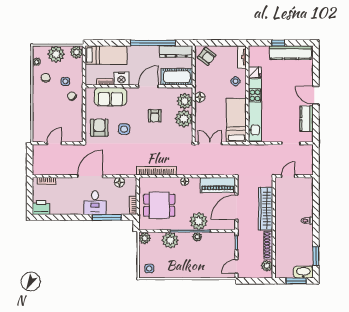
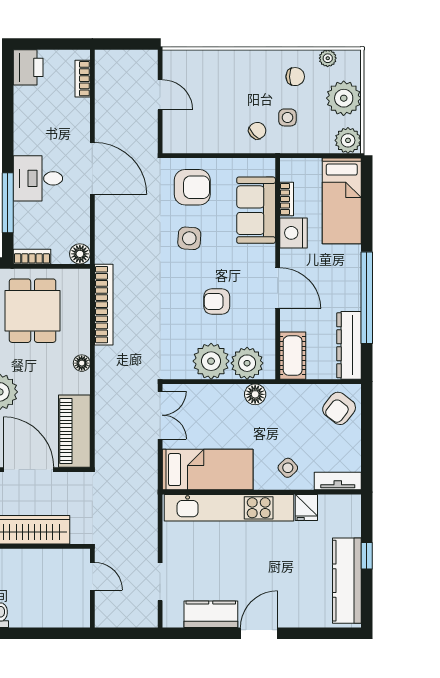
cot: (177, 77) -> (293, 356), width x0.73, depth x0.75
floor lamp: (119, 182) -> (80, 254), moved

